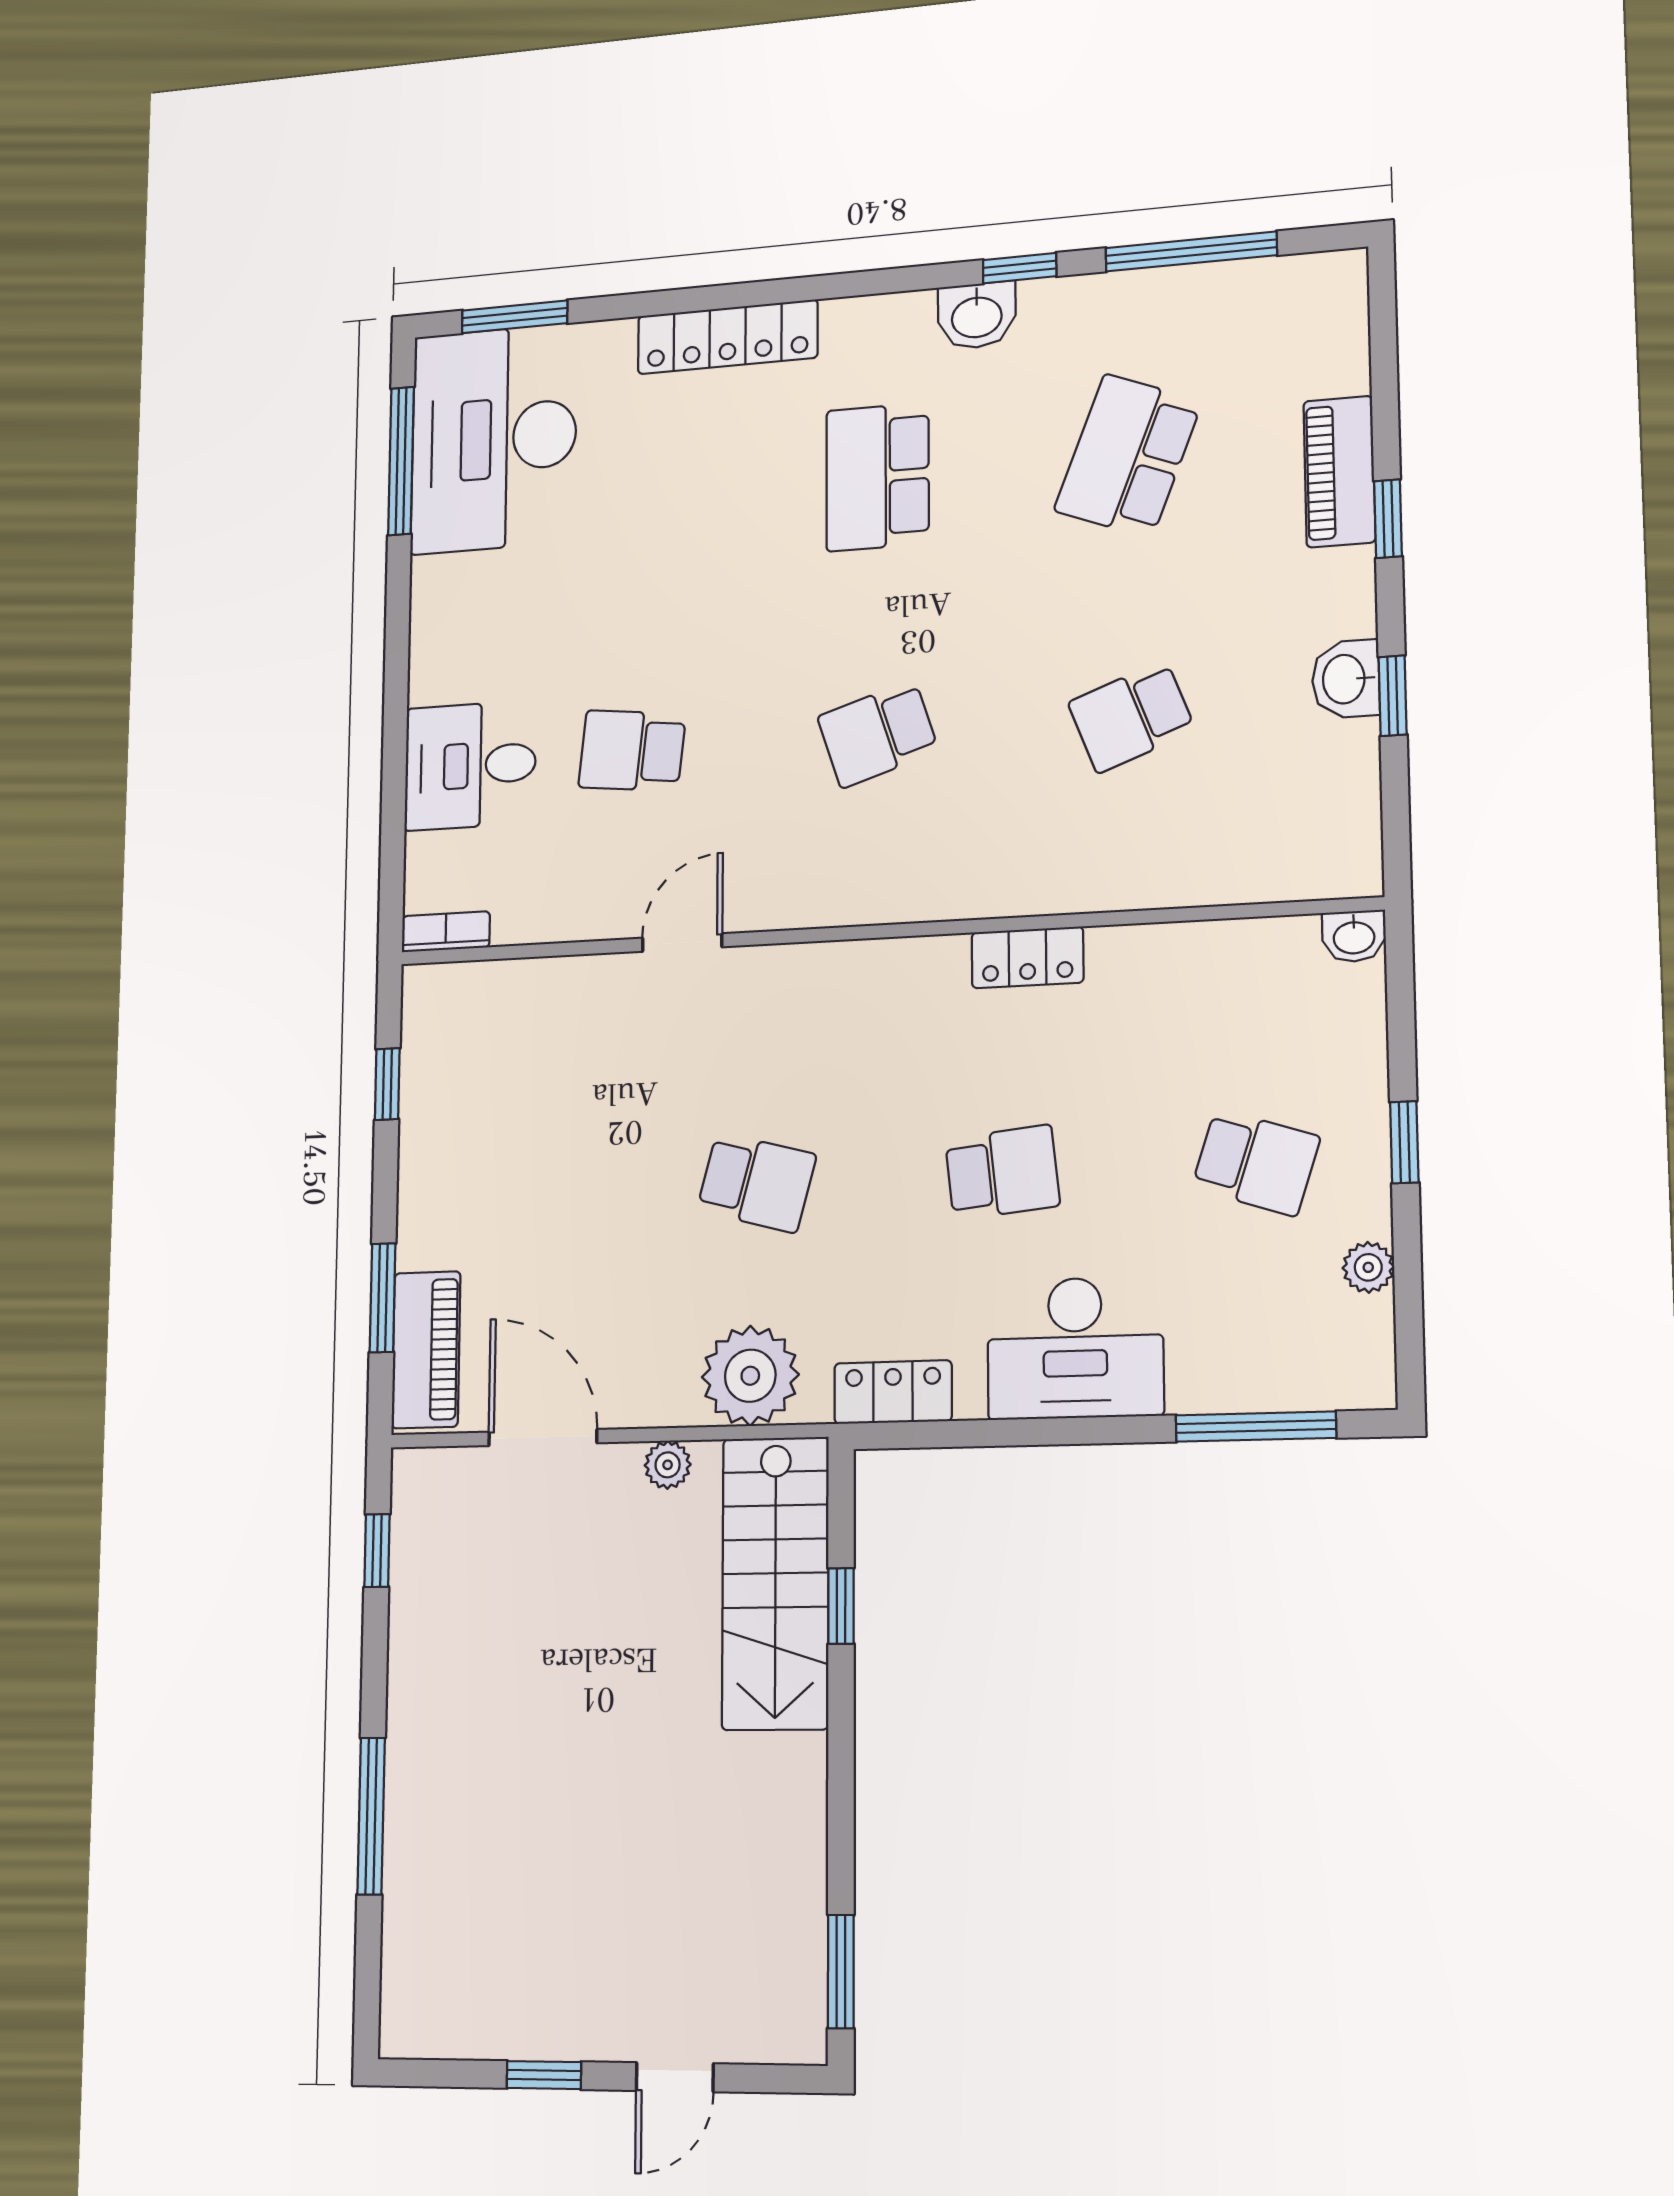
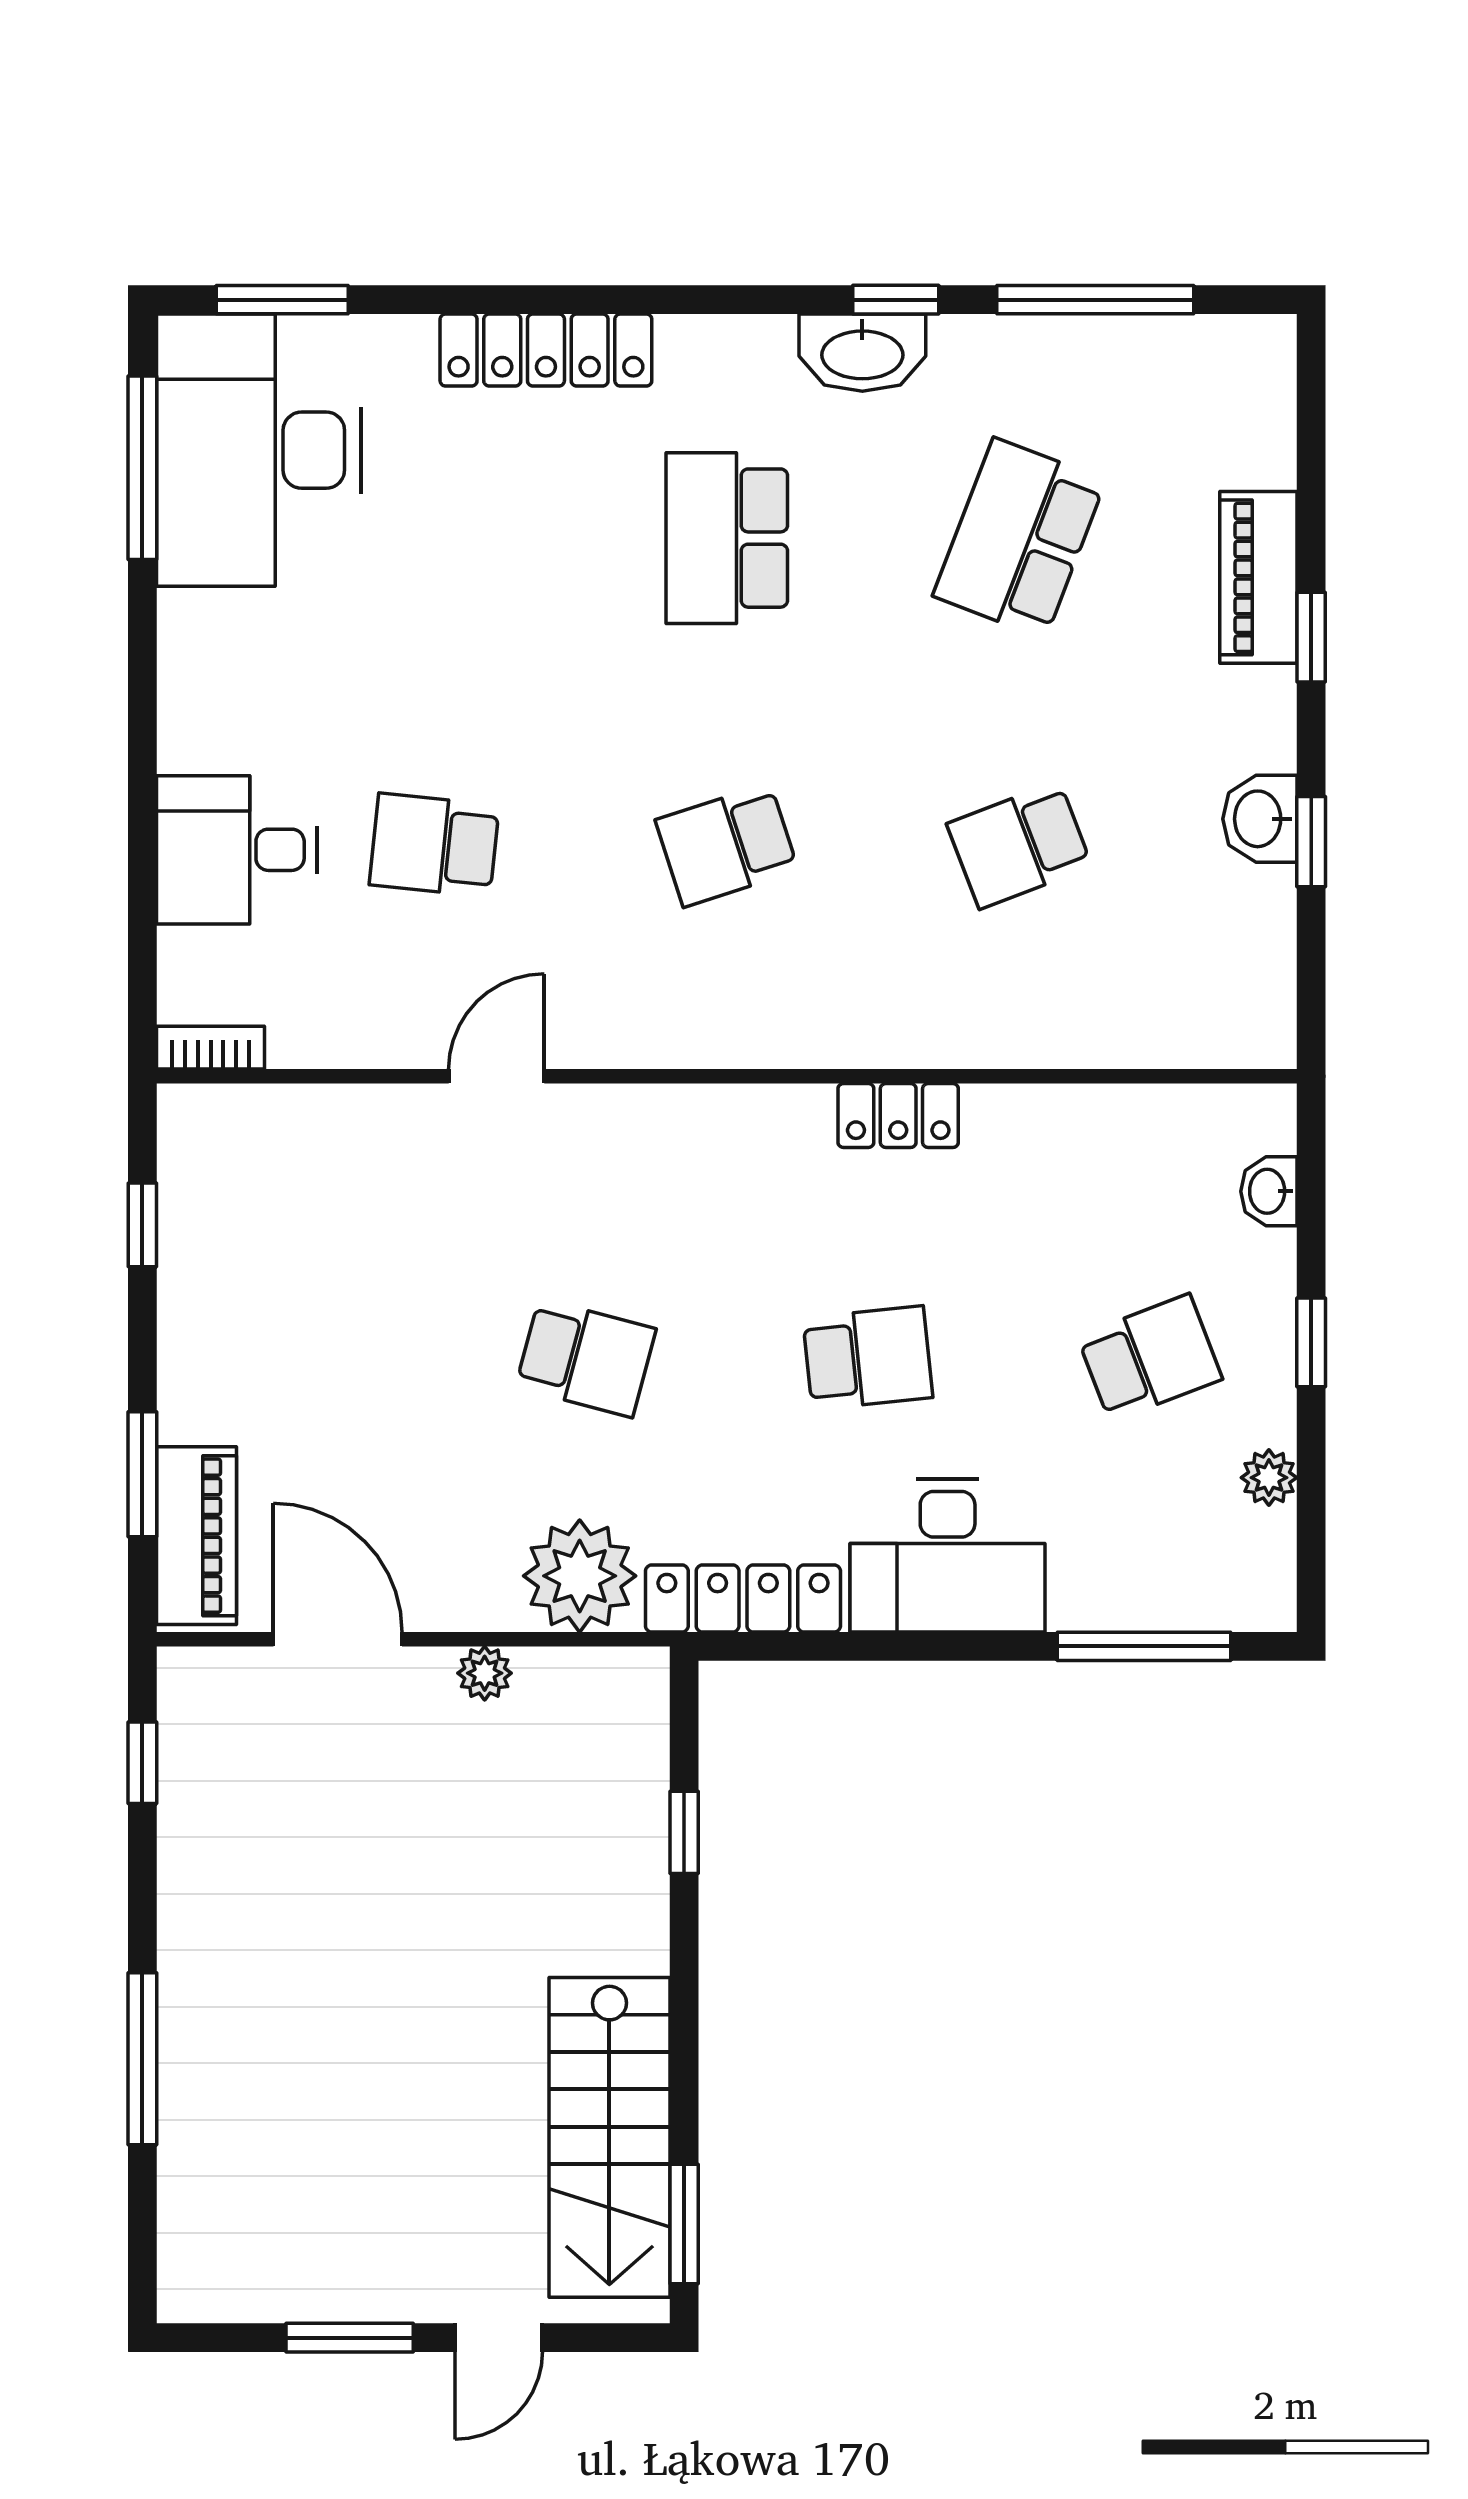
washbasin: (977, 316) -> (862, 353), width x1.38
washbasin: (1354, 936) -> (1269, 1191), moved, turned 90
school desk: (1256, 1162) -> (1150, 1358), turned -39
locker: (893, 1392) -> (743, 1599), width x1.53
stairs: (775, 1583) -> (609, 2137), moved
window: (544, 2075) -> (350, 2338), width x1.50

